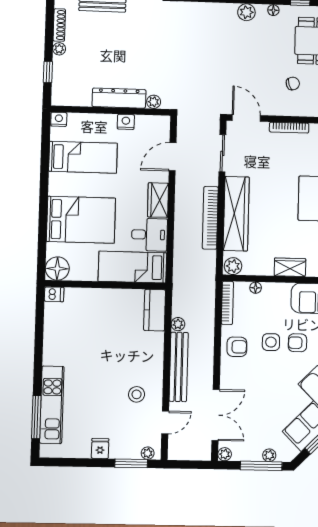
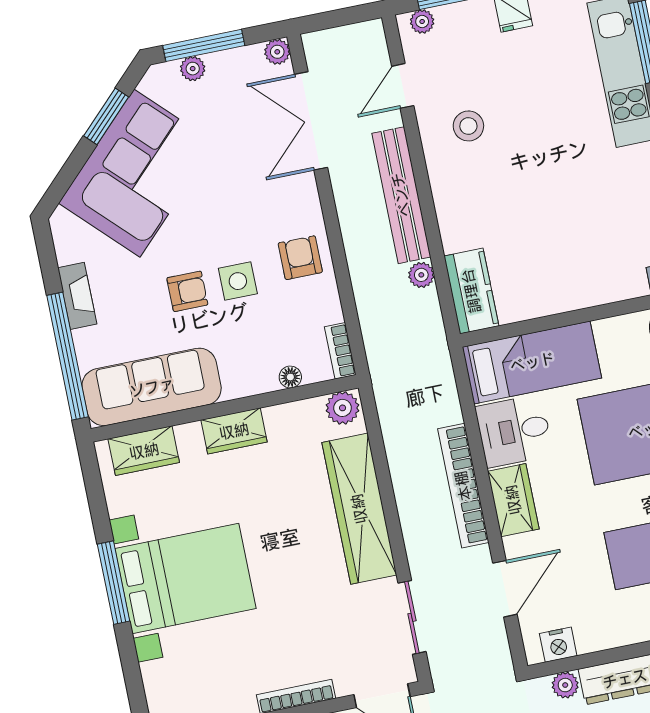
nightstand: (126, 122) -> (558, 645), moved
bookcase: (210, 218) -> (463, 486), moved, turned 180
bookcase: (227, 303) -> (340, 351), width x0.64
armchair: (237, 347) -> (300, 258), turned 90

